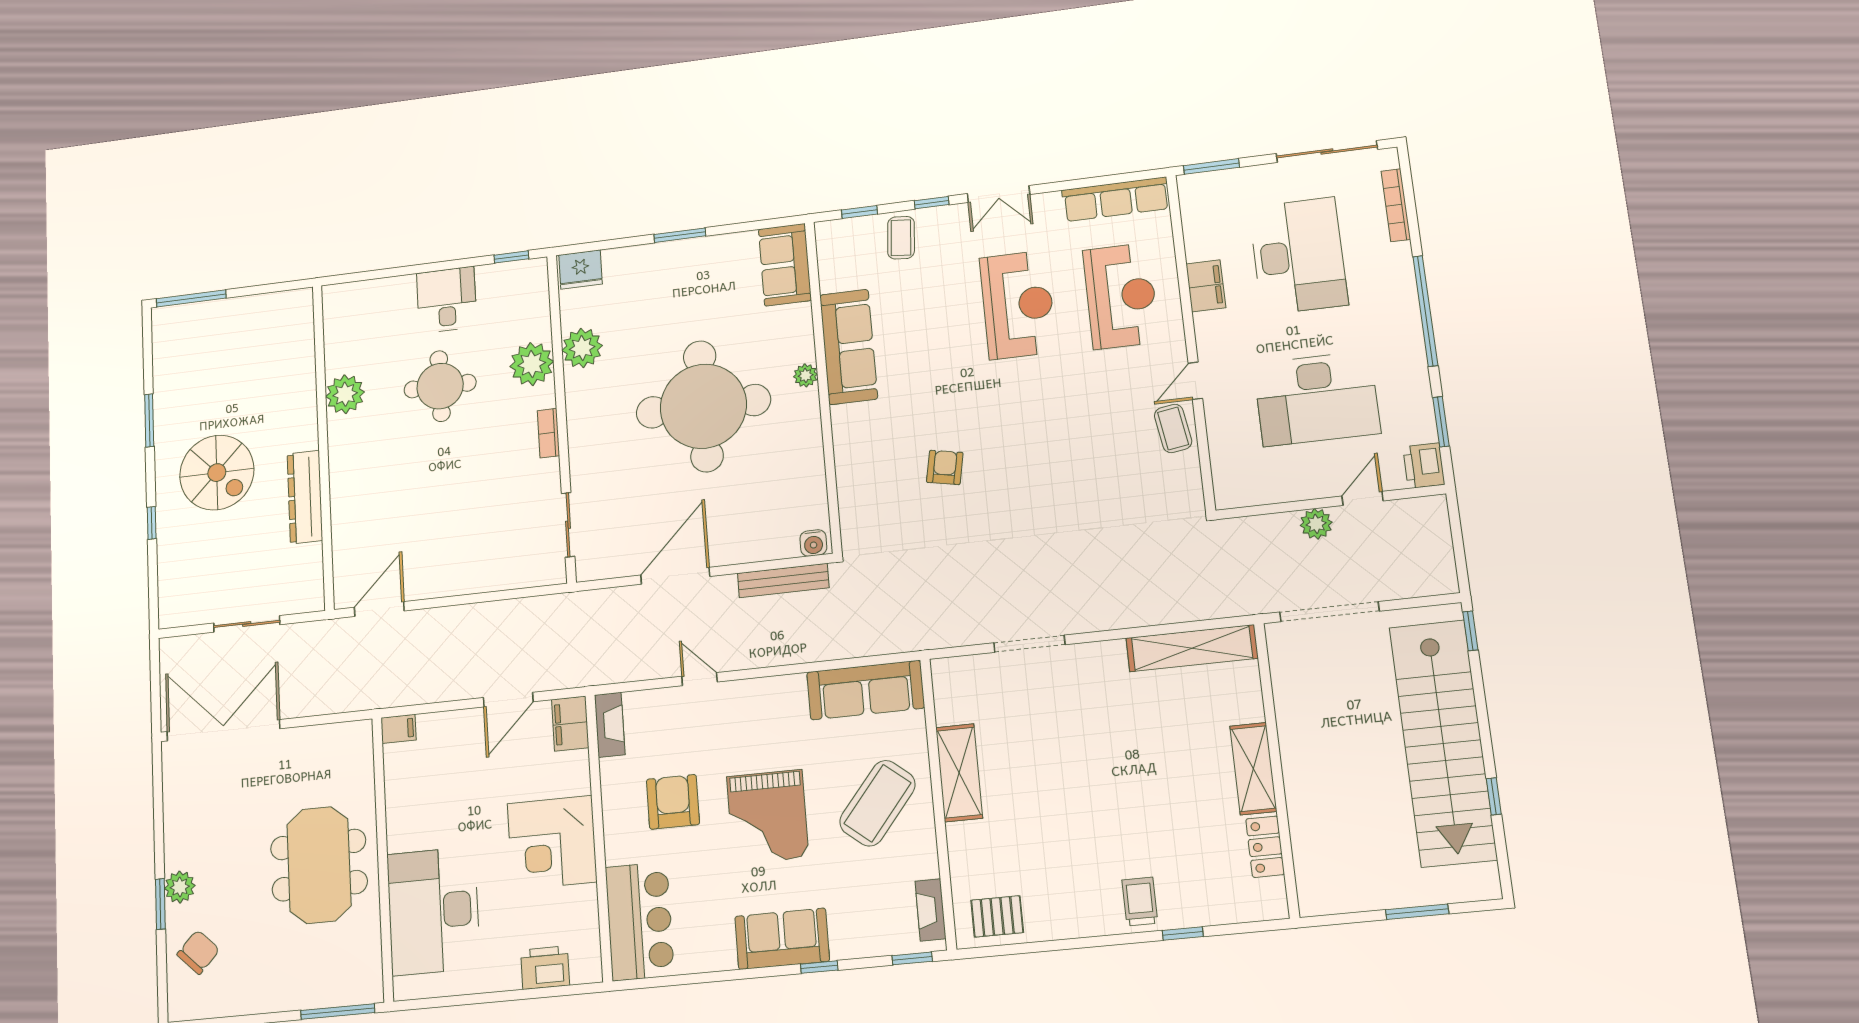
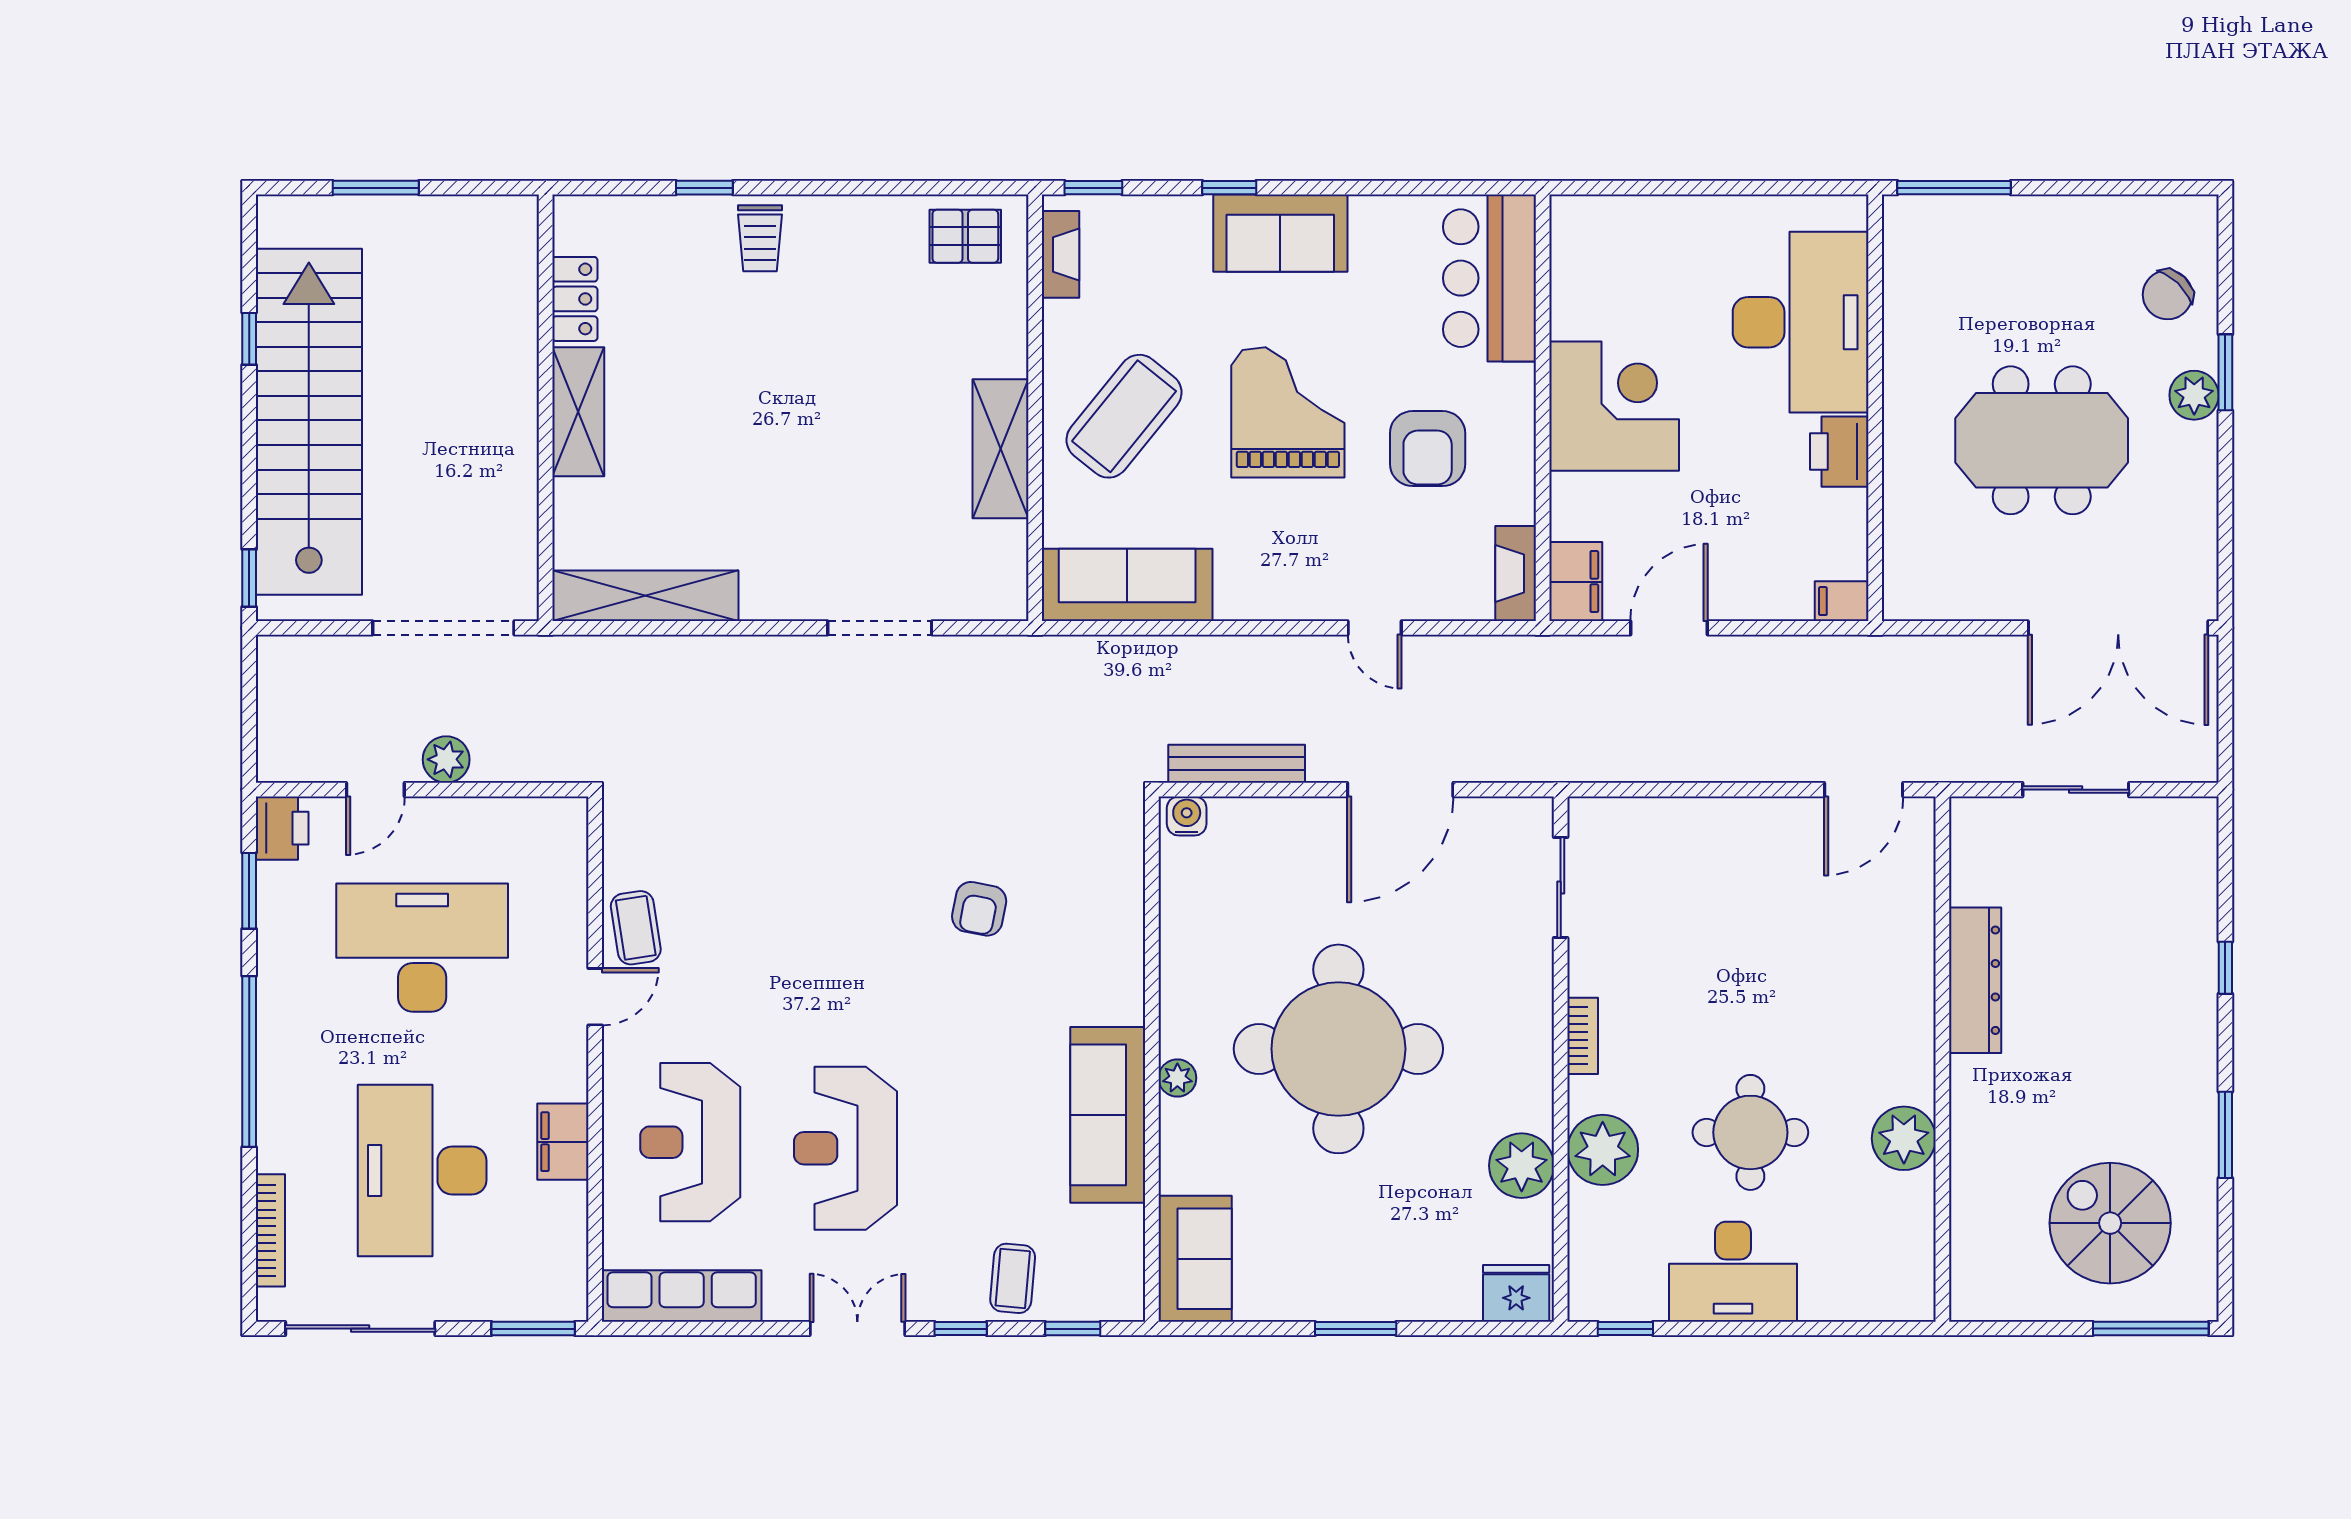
desk: (447, 300) -> (1733, 1272), width x1.37
spiral stairs: (217, 473) -> (2110, 1223), moved
meeting table: (319, 865) -> (2042, 440), moved, turned 90
printer: (545, 968) -> (1839, 452), moved, turned 90

